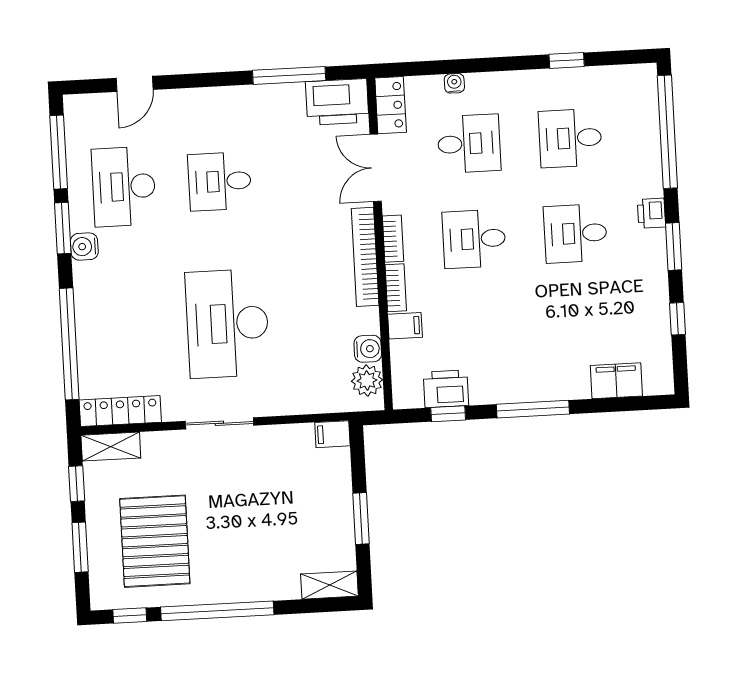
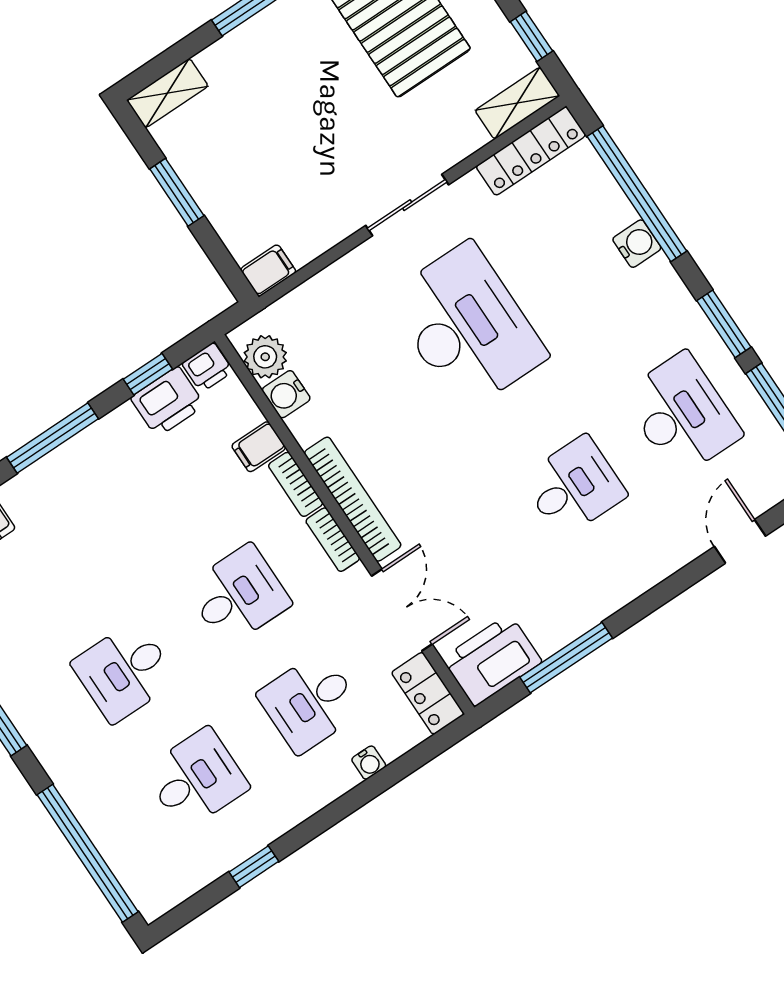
printer: (651, 213) -> (207, 367), moved, turned 90
desk: (575, 233) -> (124, 672), turned 180
water cooler: (84, 247) -> (637, 244), moved

